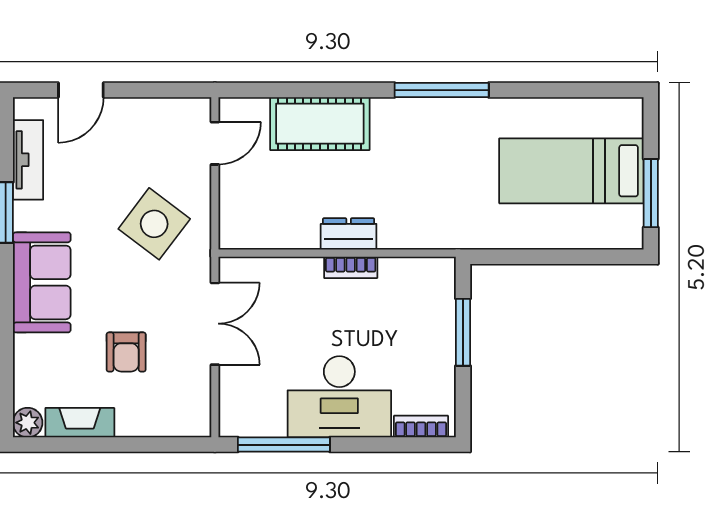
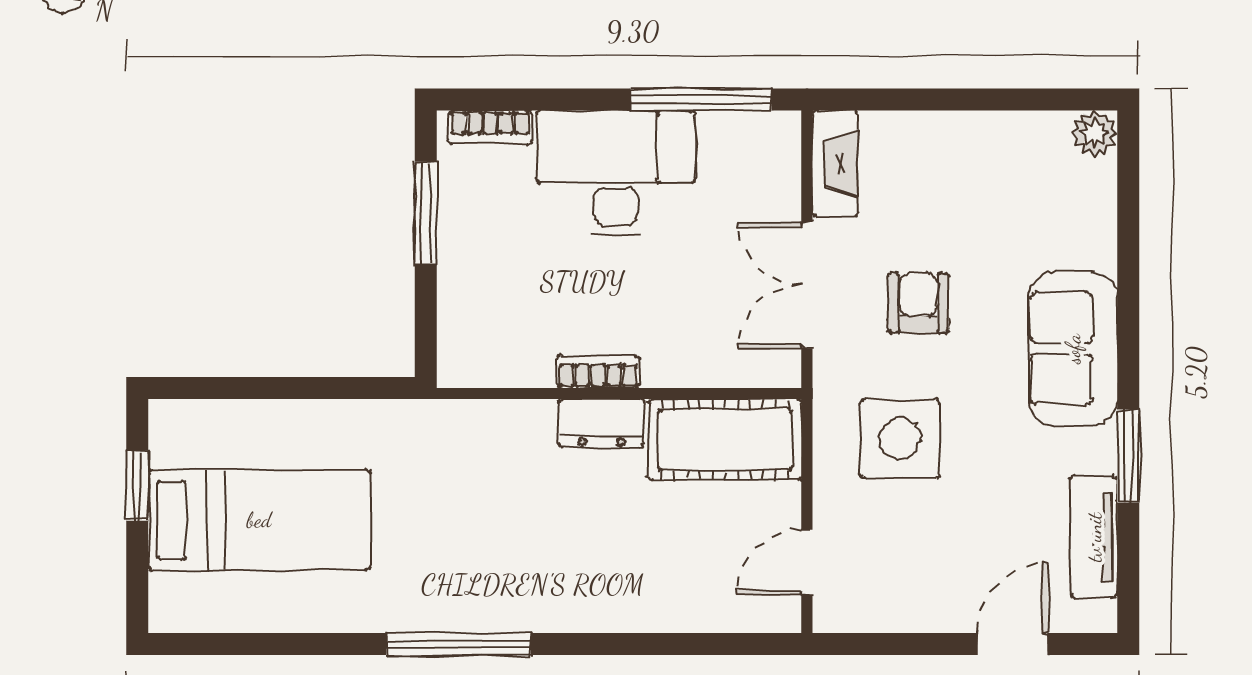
cot: (320, 124) -> (725, 440), moved
window: (651, 193) -> (137, 486), width x0.67
side table: (154, 224) -> (900, 438), turned -37
window: (463, 332) -> (426, 213), moved
armchair: (126, 352) -> (918, 303), moved
fireplace: (80, 423) -> (835, 163), moved, turned -90

